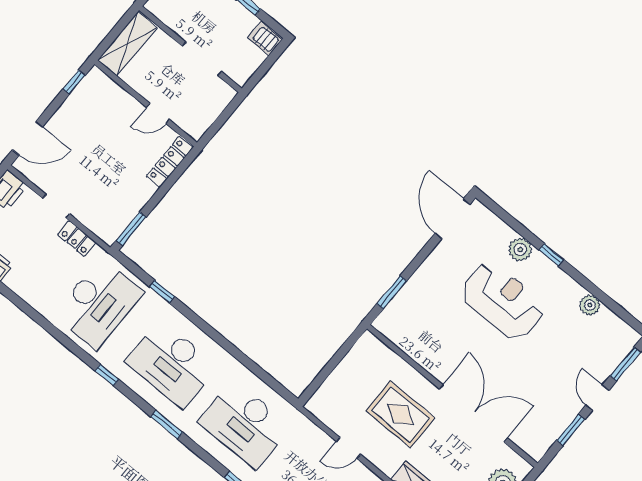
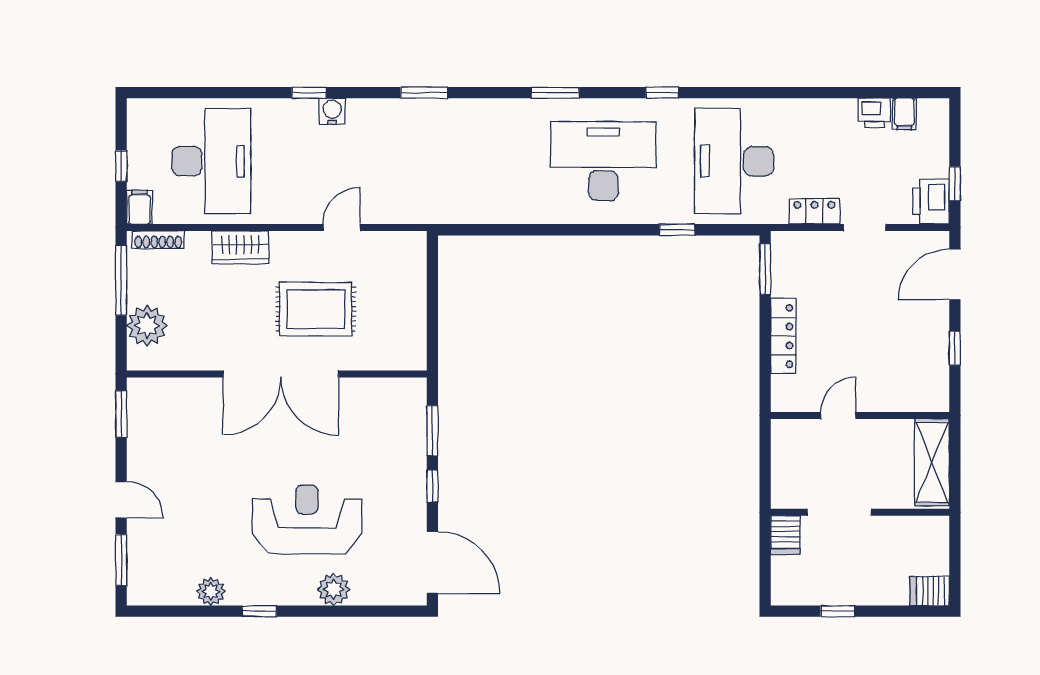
server rack: (265, 39) -> (785, 535), moved, turned 90
window: (74, 82) -> (955, 348), moved
locker: (170, 162) -> (783, 336), moved
window: (551, 255) -> (259, 611), moved
window: (417, 261) -> (432, 486), added
reception desk: (503, 301) -> (307, 520), turned 180
double door: (473, 413) -> (281, 374), moved
desk: (245, 424) -> (473, 161), removed
window: (571, 430) -> (121, 414), moved

